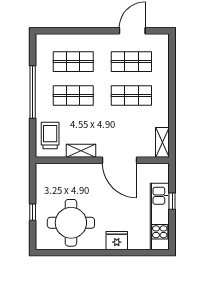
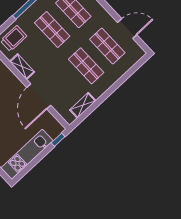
shelving: (162, 142) -> (83, 105), moved
window: (172, 201) -> (58, 140), moved

